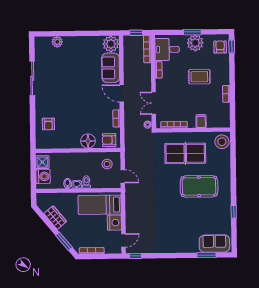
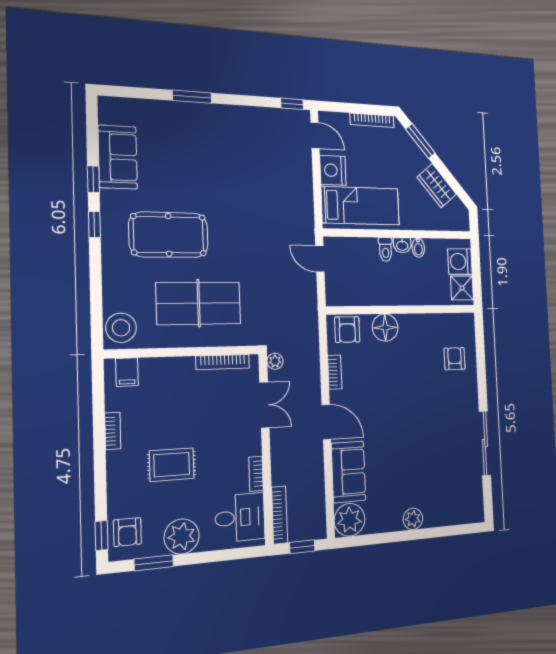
window: (192, 32) -> (154, 563), moved
plant: (57, 42) -> (413, 519), moved
filing cabinet: (201, 121) -> (127, 372), moved
armchair: (109, 140) -> (347, 330), turned 90
stool: (107, 164) -> (349, 283), removed
window: (233, 190) -> (94, 225), added
door: (124, 240) -> (315, 135), swing flipped
sofa: (214, 244) -> (118, 157), moved, turned -90
window: (206, 255) -> (192, 97), moved

